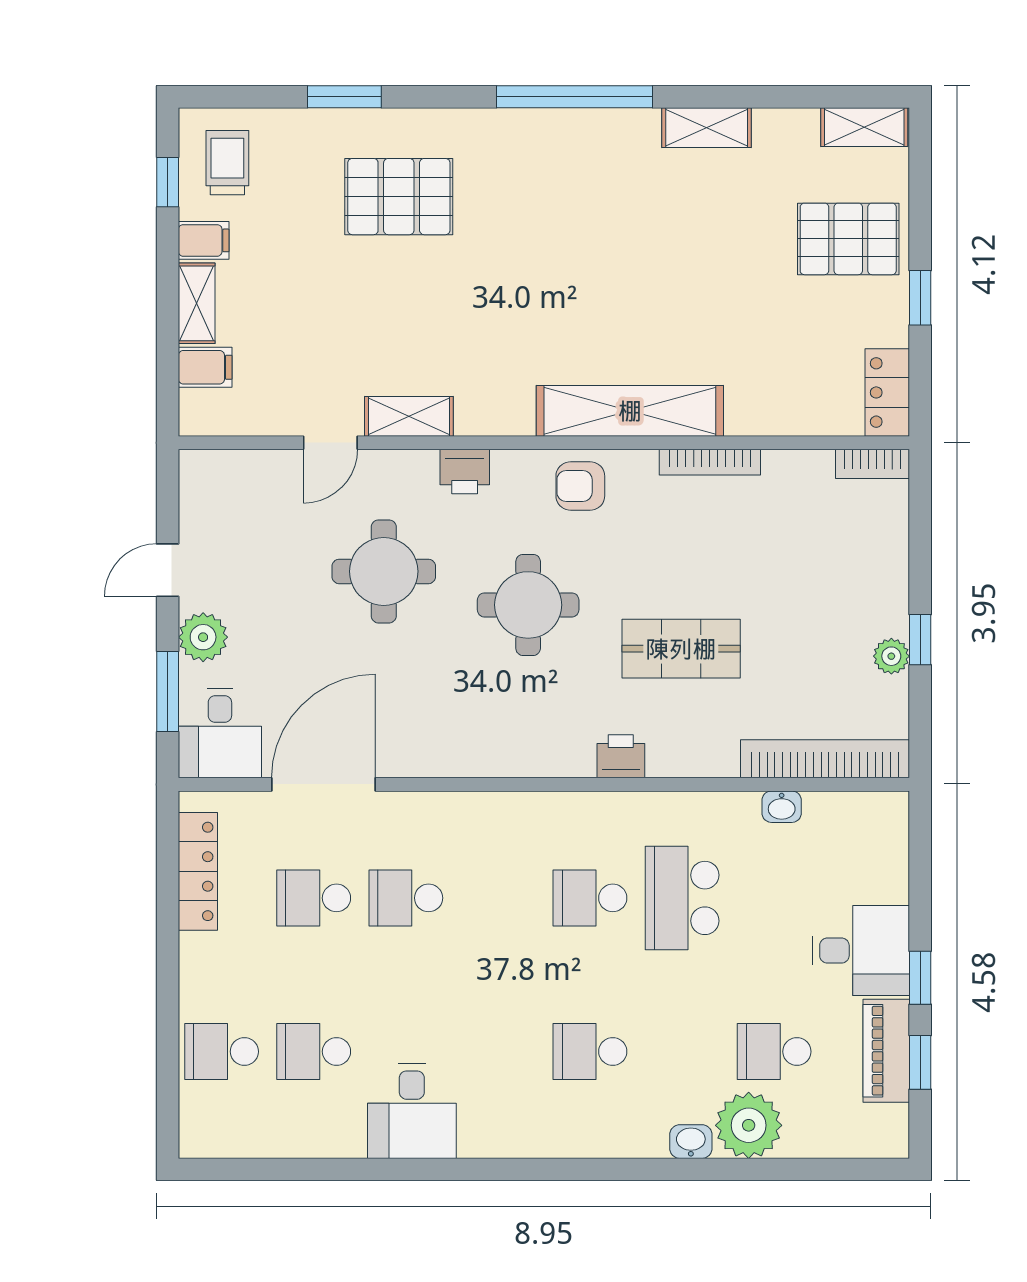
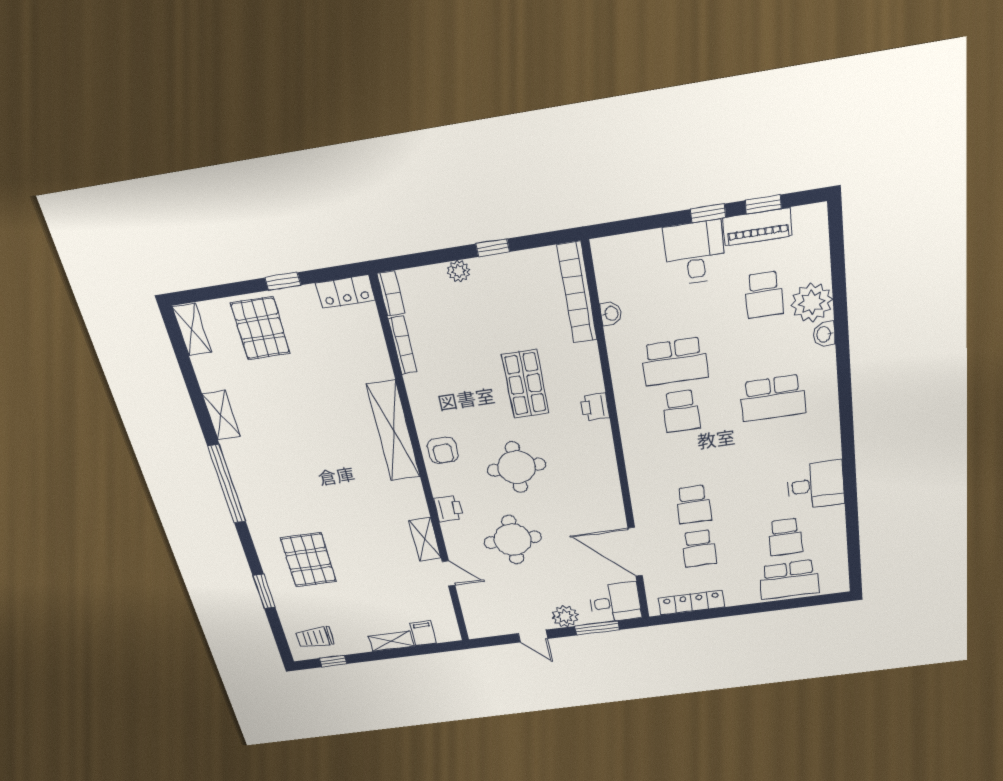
filing cabinet: (204, 240) -> (358, 642), removed
bookcase: (710, 462) -> (403, 345), moved
plant: (891, 656) -> (459, 271), moved
school desk: (222, 1052) -> (789, 579), width x1.85
school desk: (590, 1052) -> (773, 398), width x1.85

